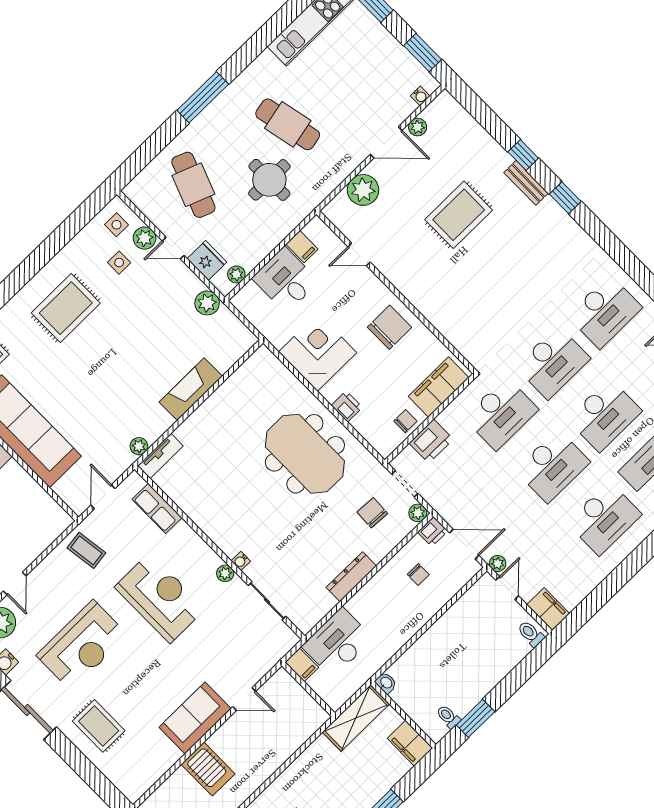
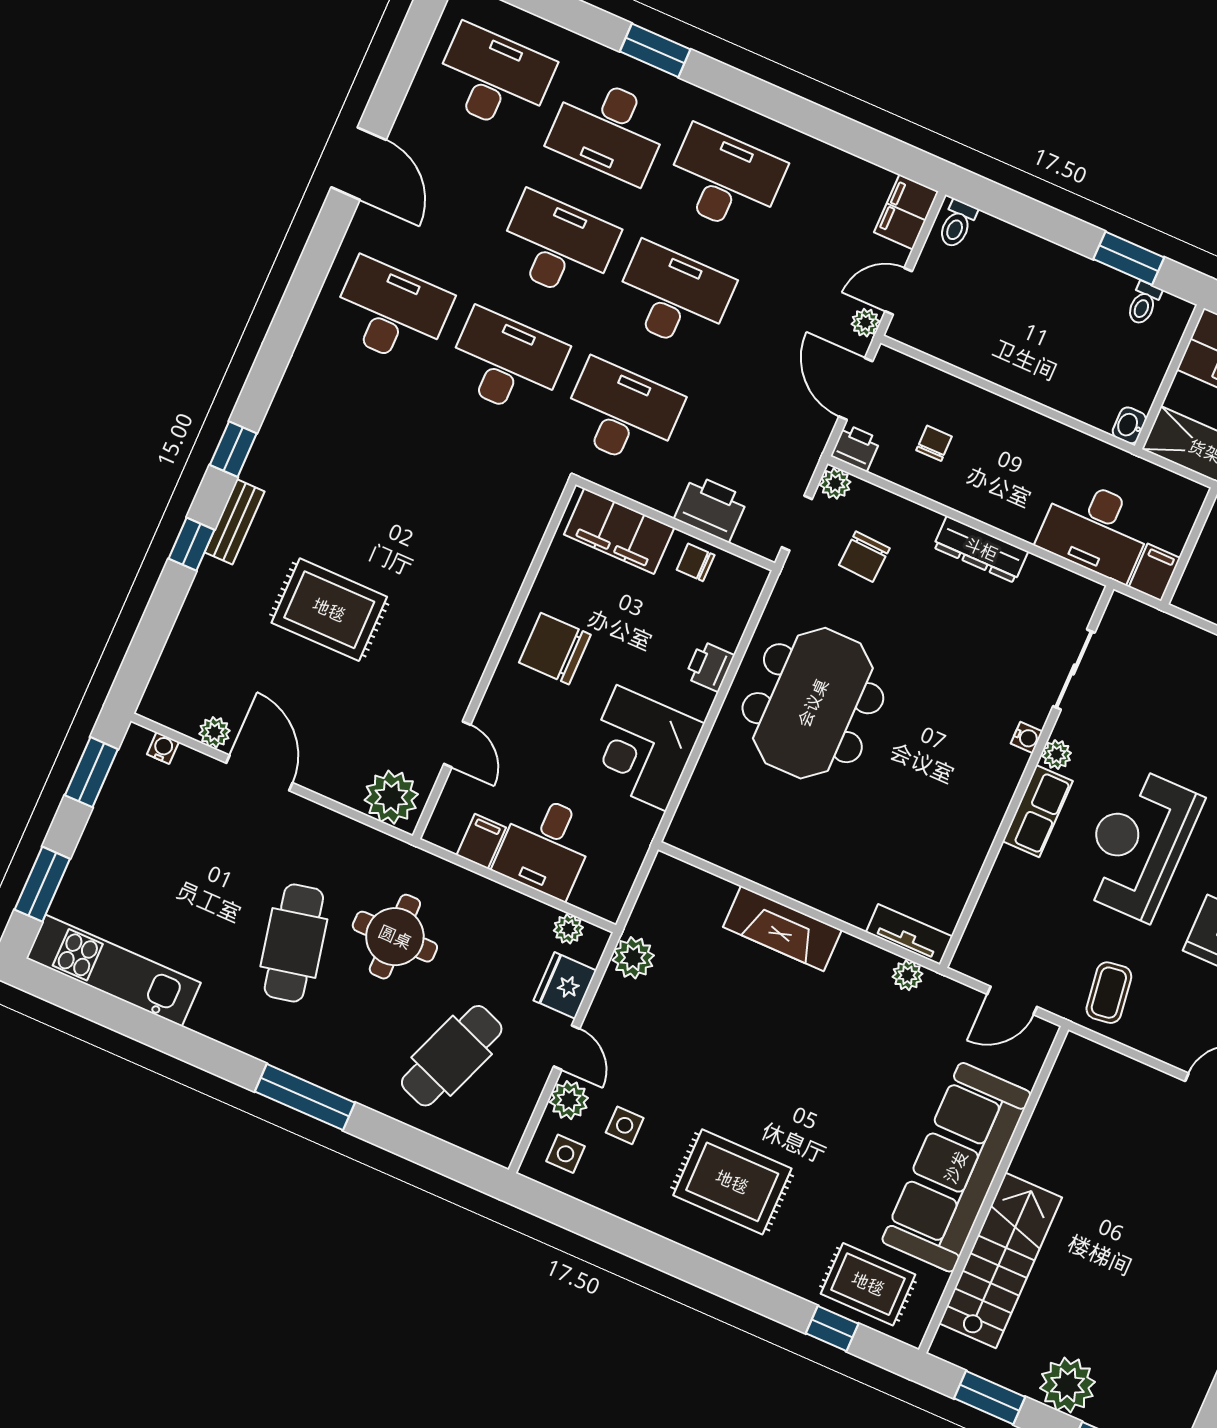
plant: (363, 190) -> (391, 797), moved
row of seats: (157, 508) -> (1038, 811), moved

